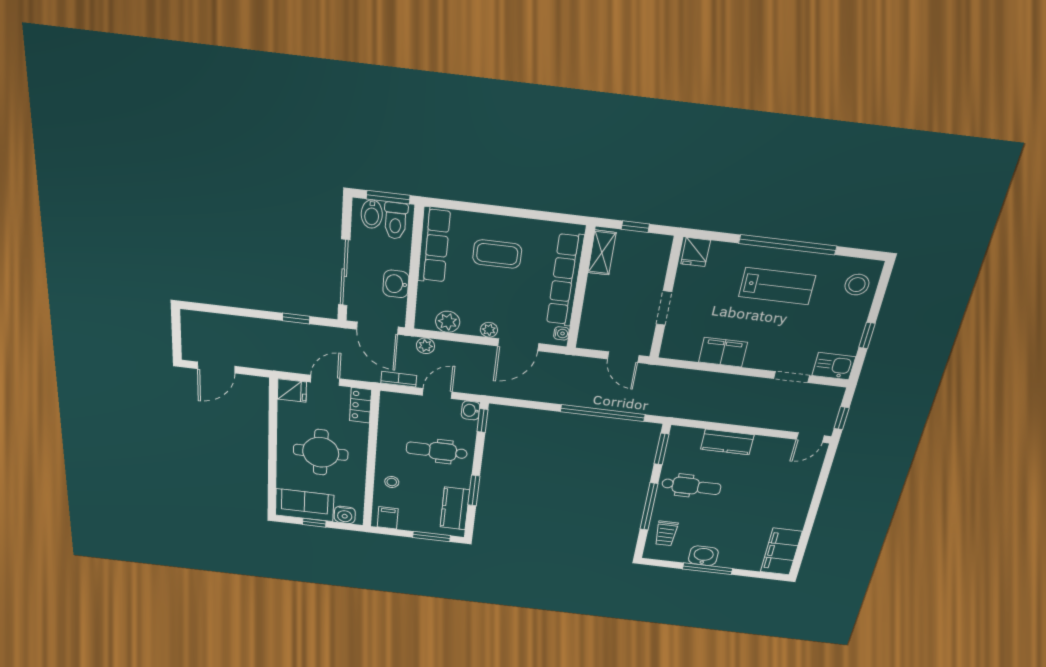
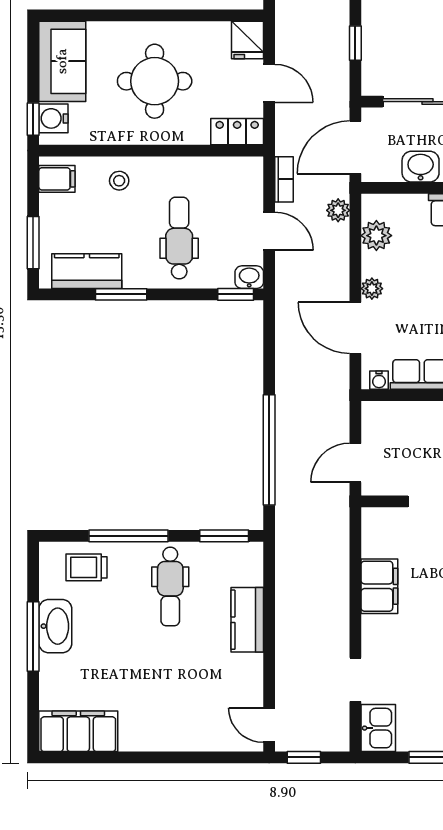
window: (314, 523) -> (33, 119), moved
washbasin: (703, 556) -> (55, 626), width x1.38

